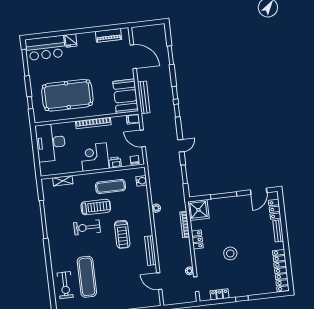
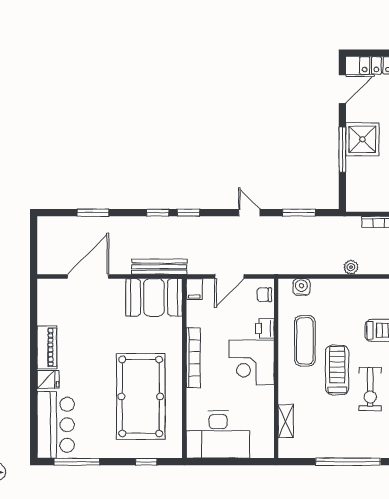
piano: (109, 35) -> (47, 347), moved
door: (259, 191) -> (342, 89), hinge flipped
shower: (198, 210) -> (362, 139), moved

